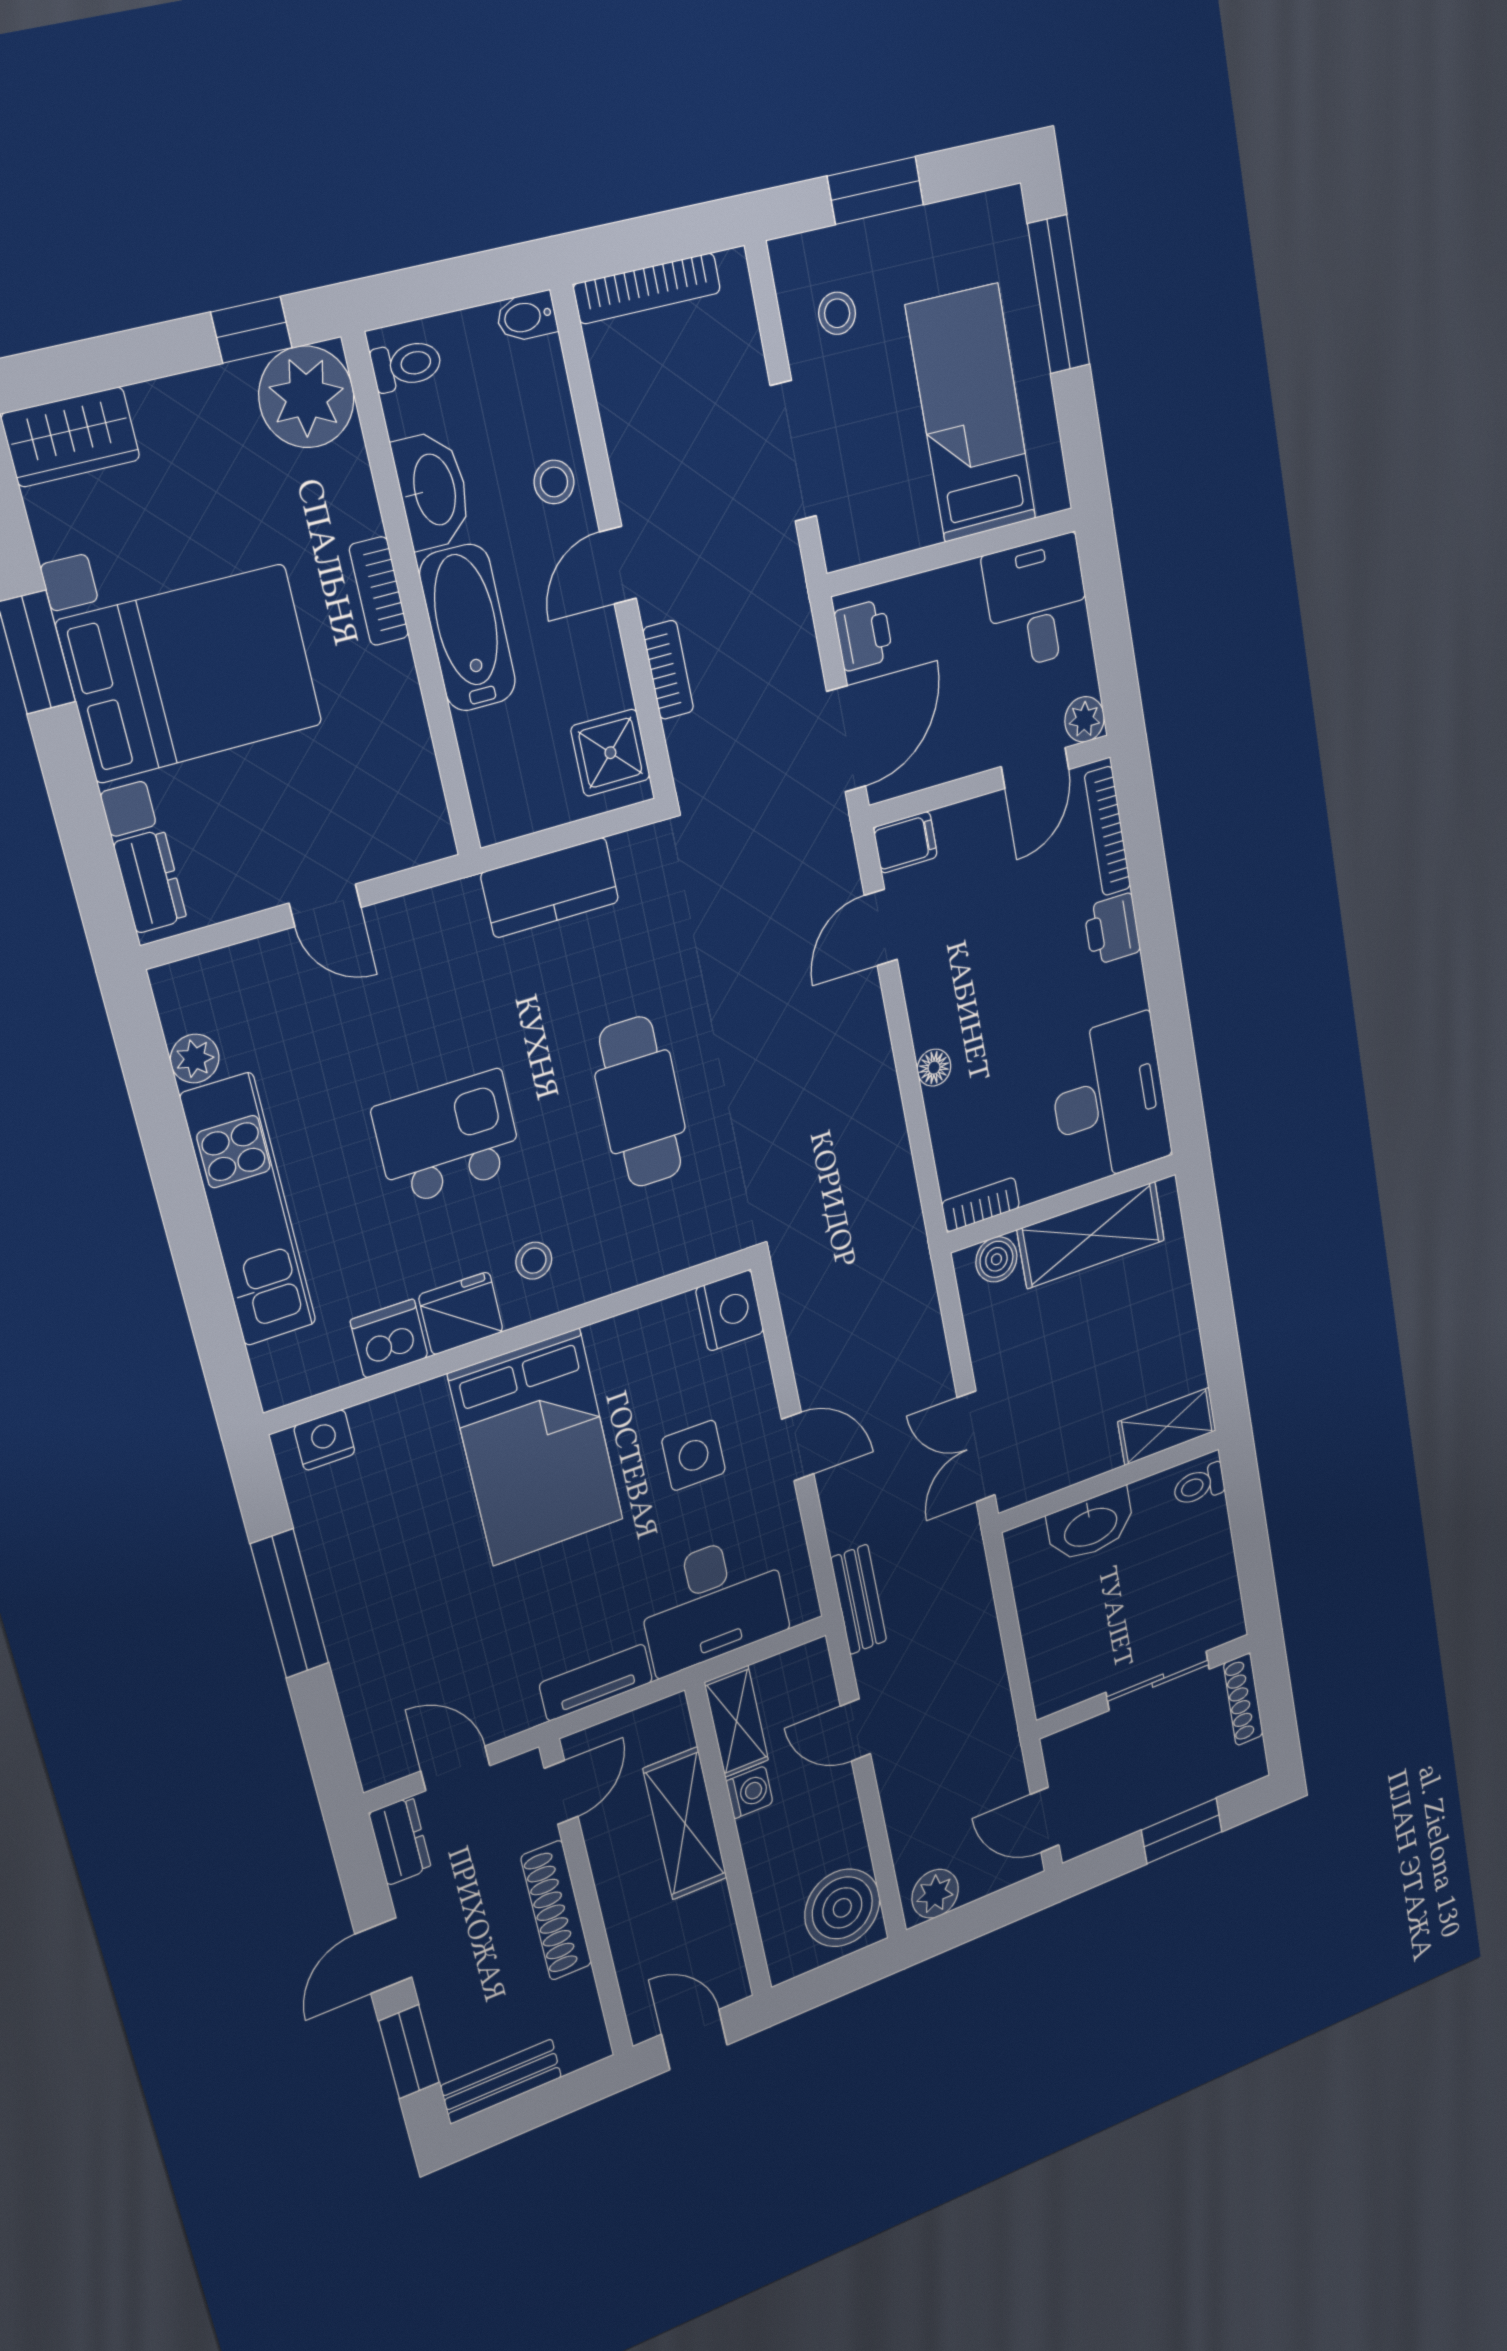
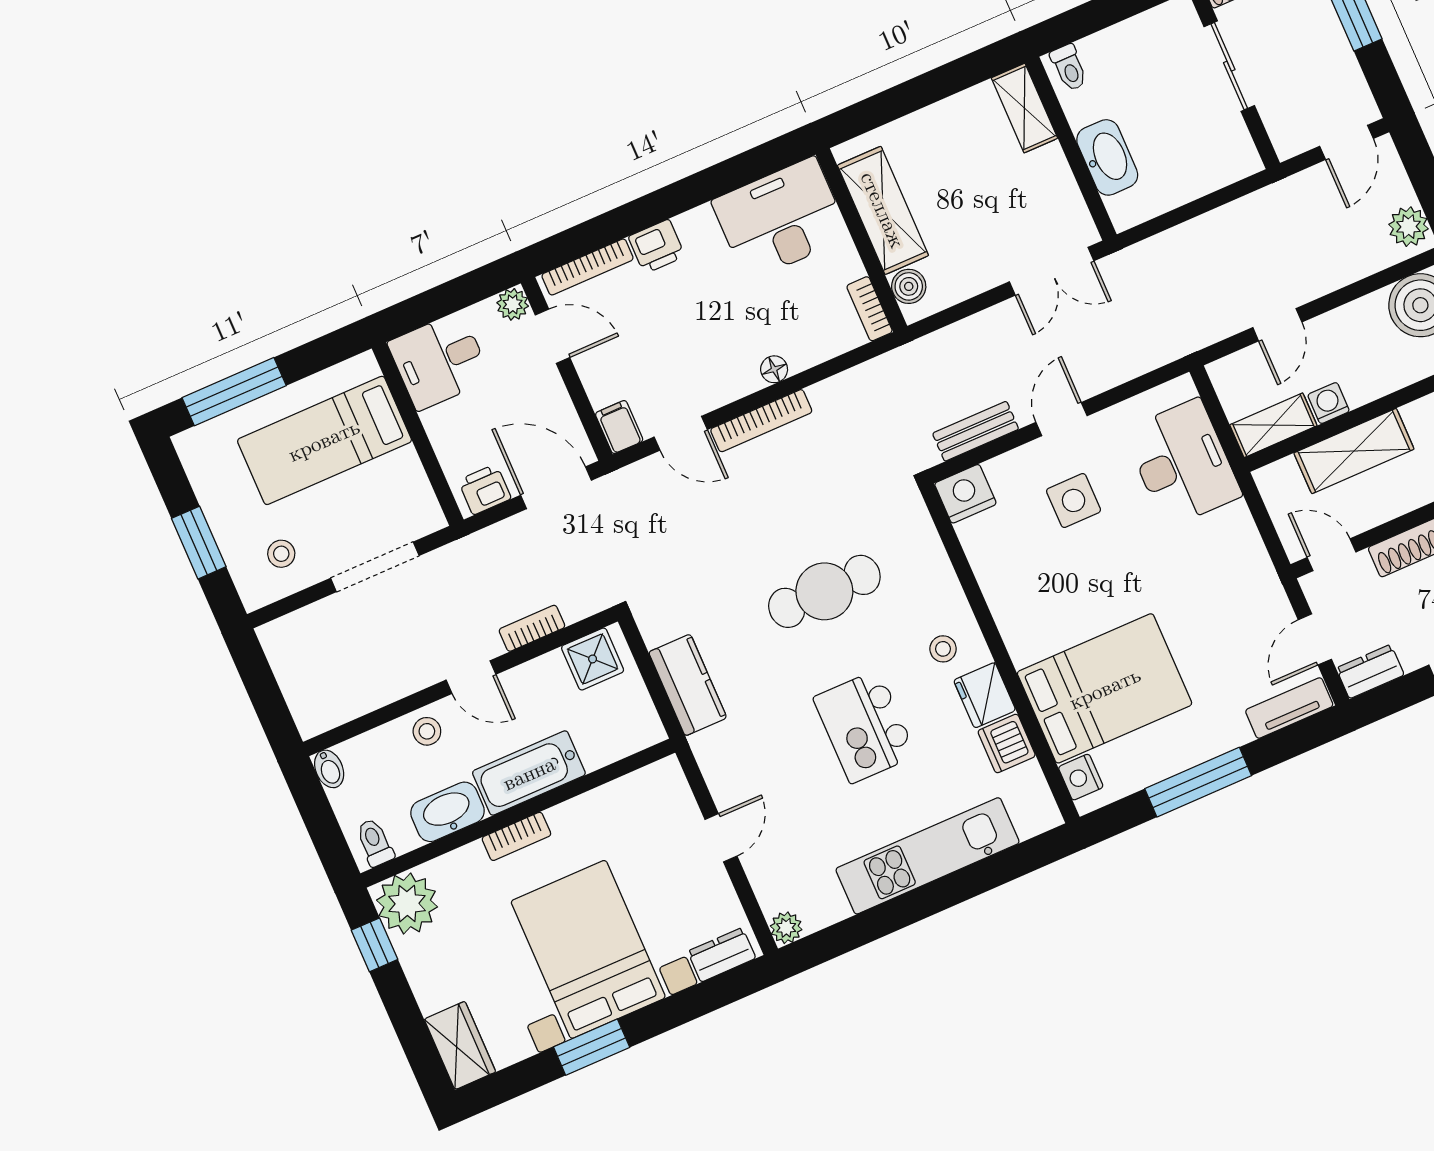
bookcase: (647, 288) -> (761, 421), moved, turned 90
plant: (195, 1058) -> (786, 928), moved
bed: (536, 1447) -> (1105, 688), moved
bench: (859, 1599) -> (976, 431), moved
tv unit: (596, 1682) -> (1289, 708), moved, turned 90

